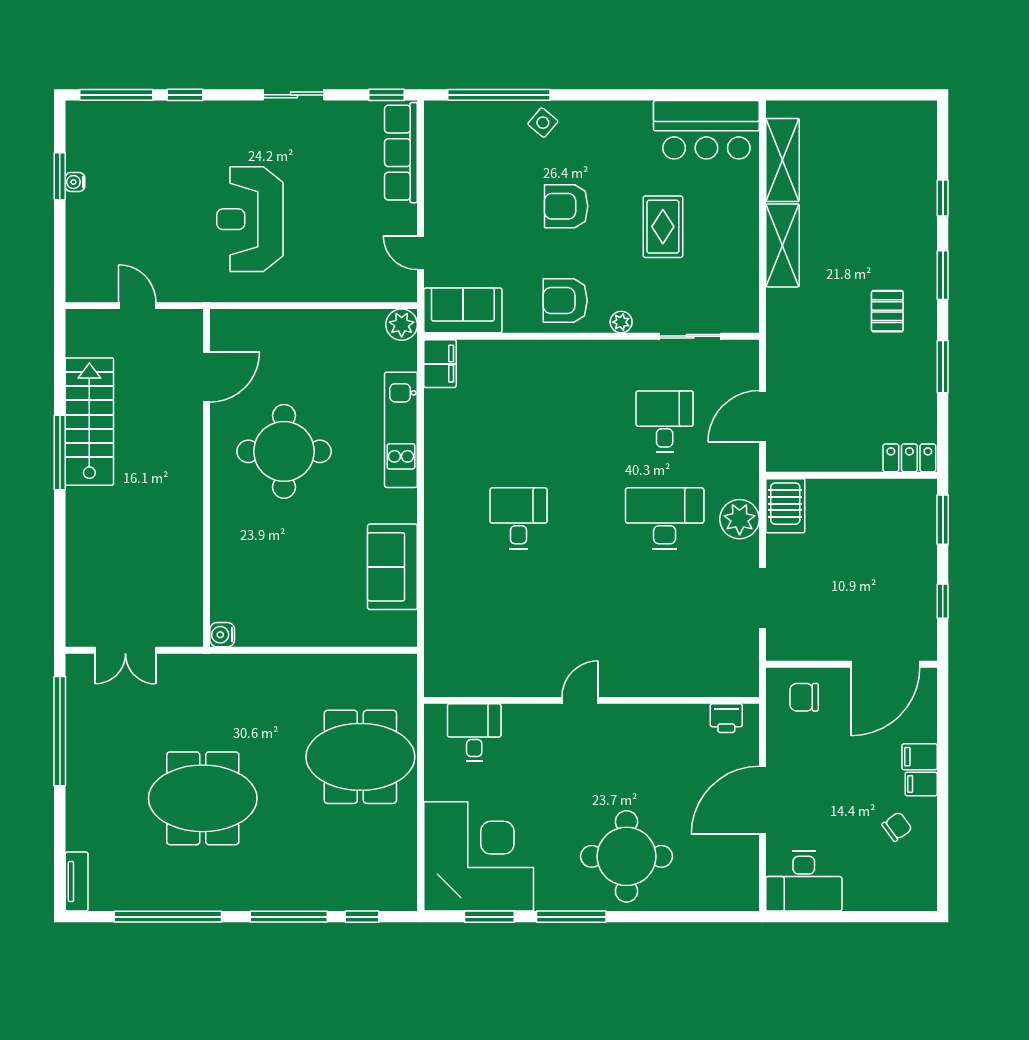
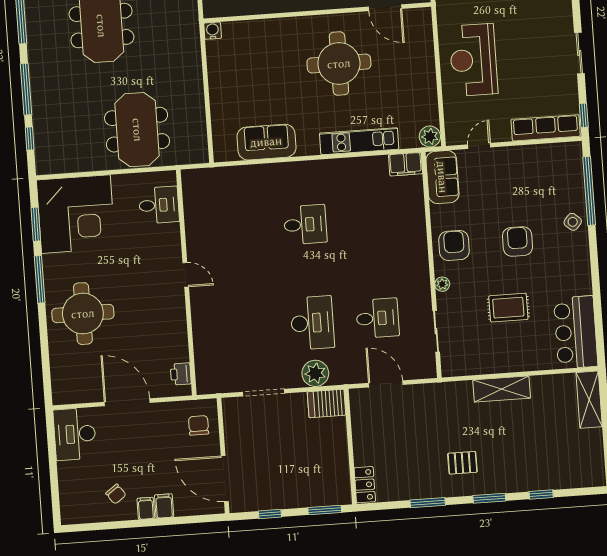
shelving: (782, 160) -> (589, 400), moved, turned 90
reception desk: (250, 219) -> (473, 60), moved, turned -90

